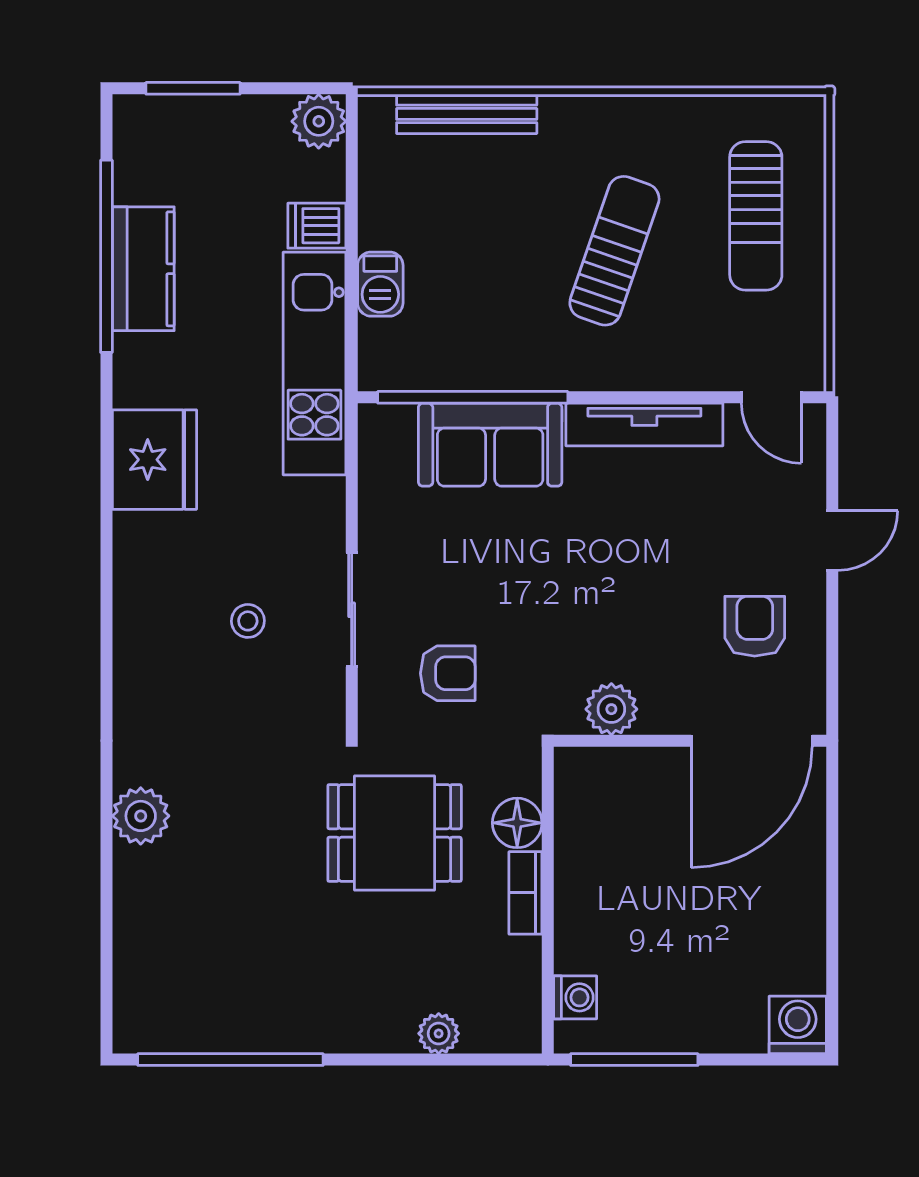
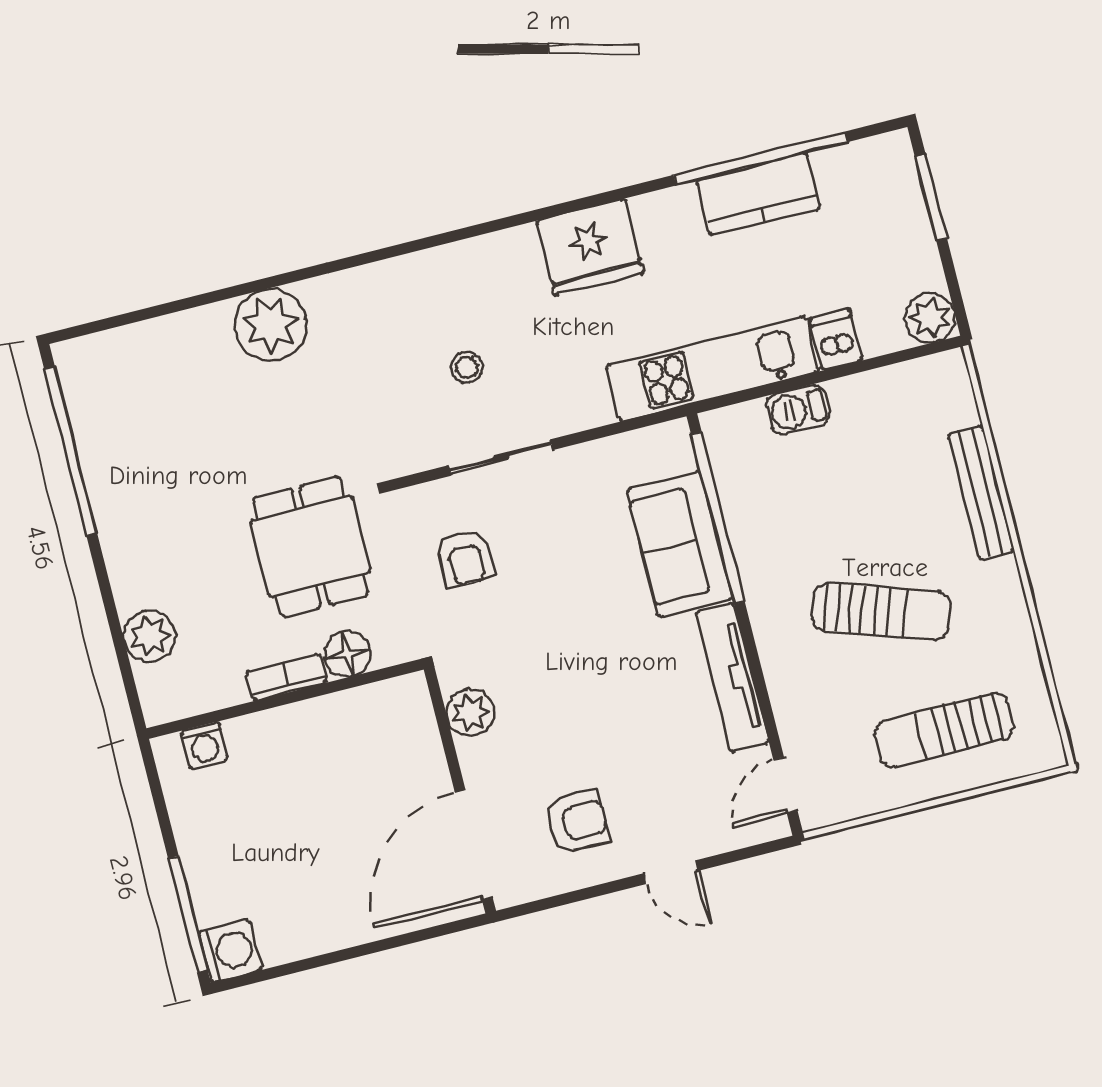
bench: (467, 114) -> (981, 493), moved
door: (752, 741) -> (474, 845), hinge flipped
plant: (141, 816) -> (271, 325), width x1.36, depth x1.36
plant: (439, 1034) -> (149, 636), width x1.38, depth x1.38
window: (634, 1060) -> (188, 914), moved

